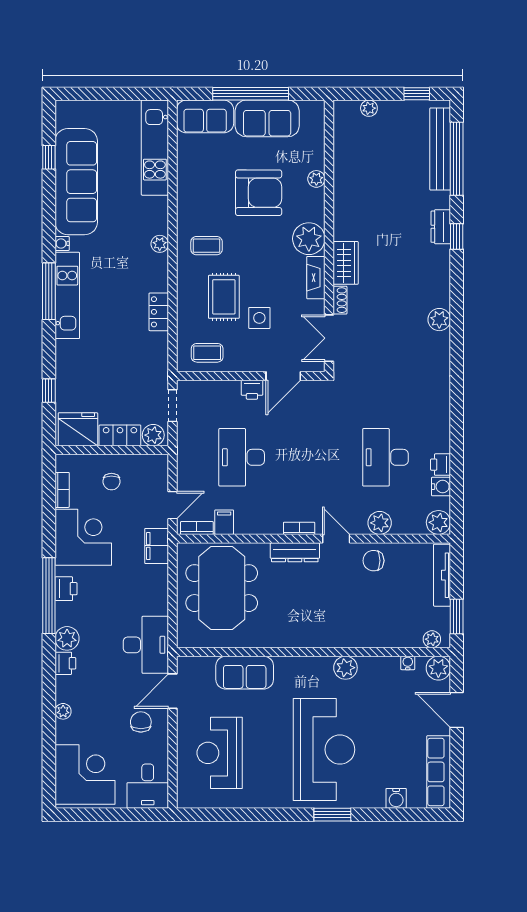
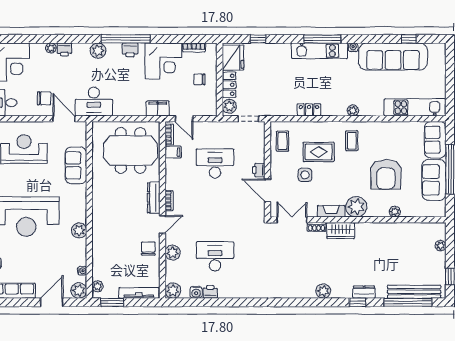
plant: (439, 320) -> (323, 291), moved
printer: (65, 663) -> (64, 49), moved

